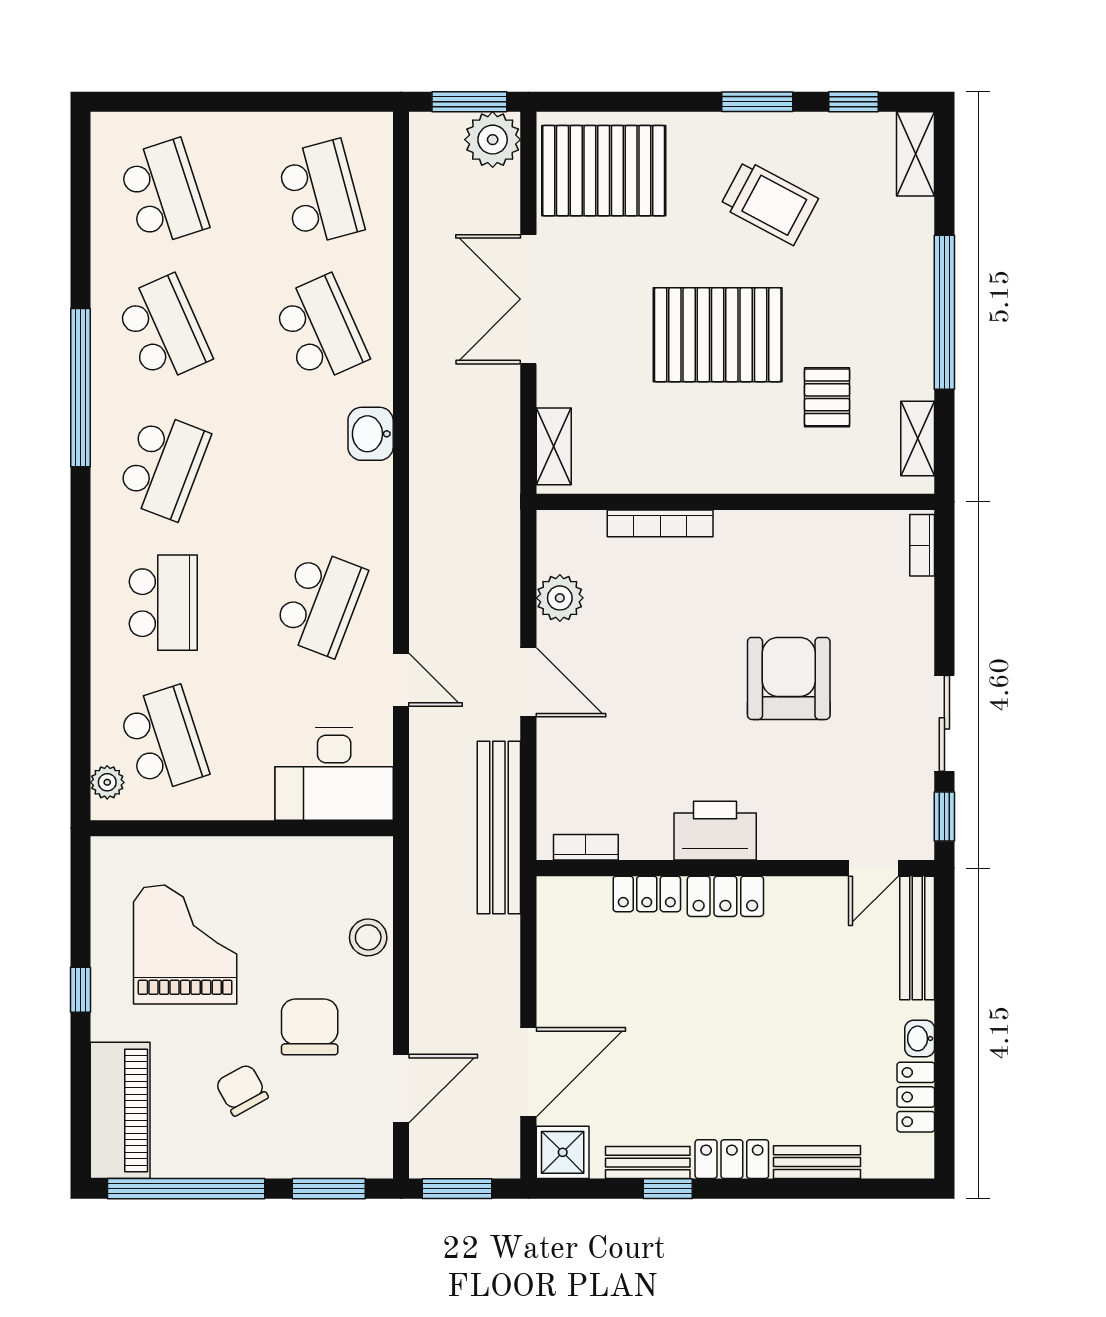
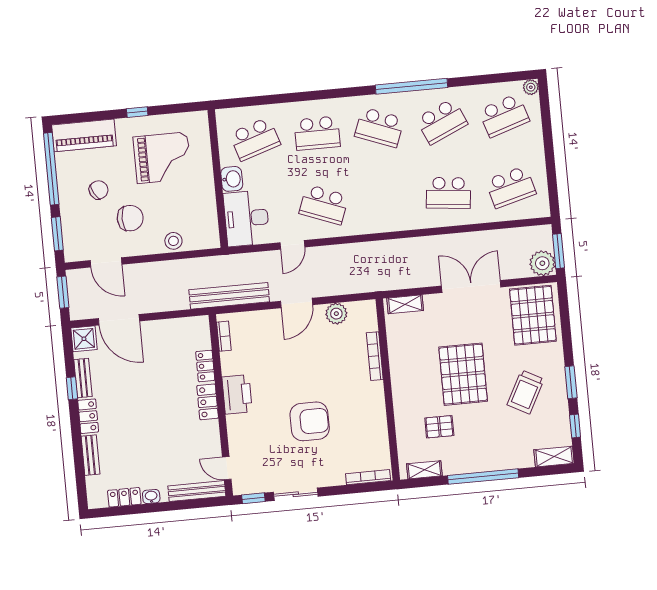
school desk: (320, 329) -> (448, 193), turned 30
washbasin: (371, 434) -> (232, 179), moved, turned 90
bookcase: (922, 545) -> (368, 477), width x1.56
plant: (107, 782) -> (531, 87), moved

